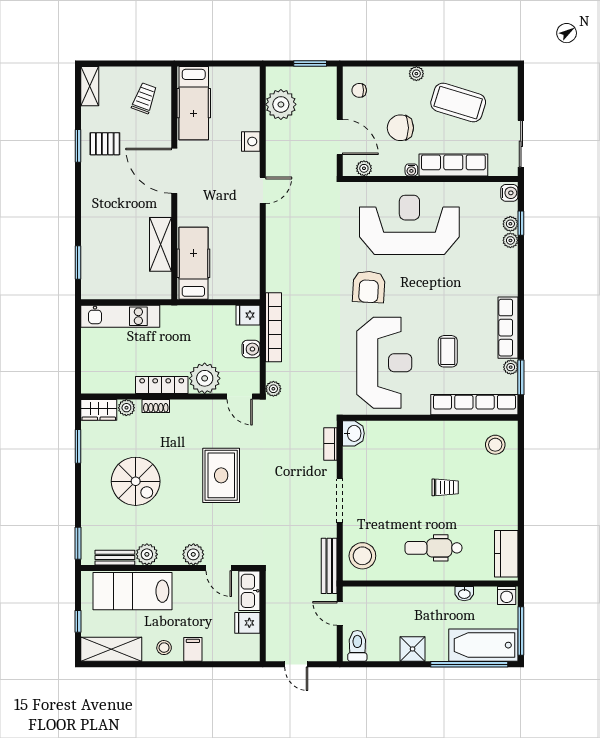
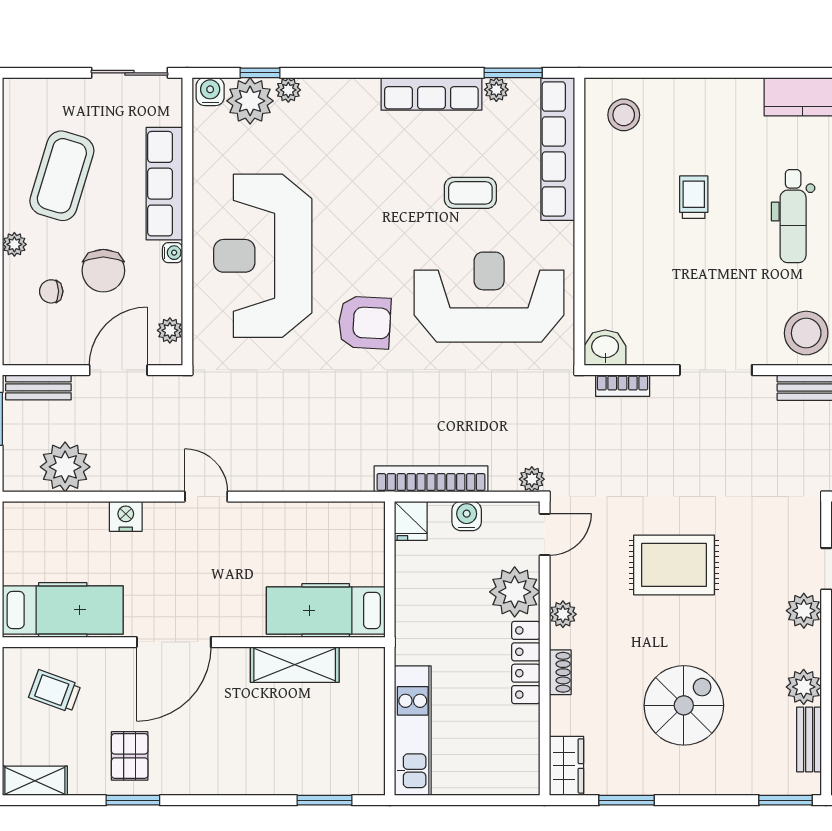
bench: (329, 88) -> (38, 387), added
chair: (359, 90) -> (51, 291), moved, turned 90
plant: (510, 224) -> (250, 101), width x1.87, depth x1.87
plant: (126, 408) -> (563, 614), moved

